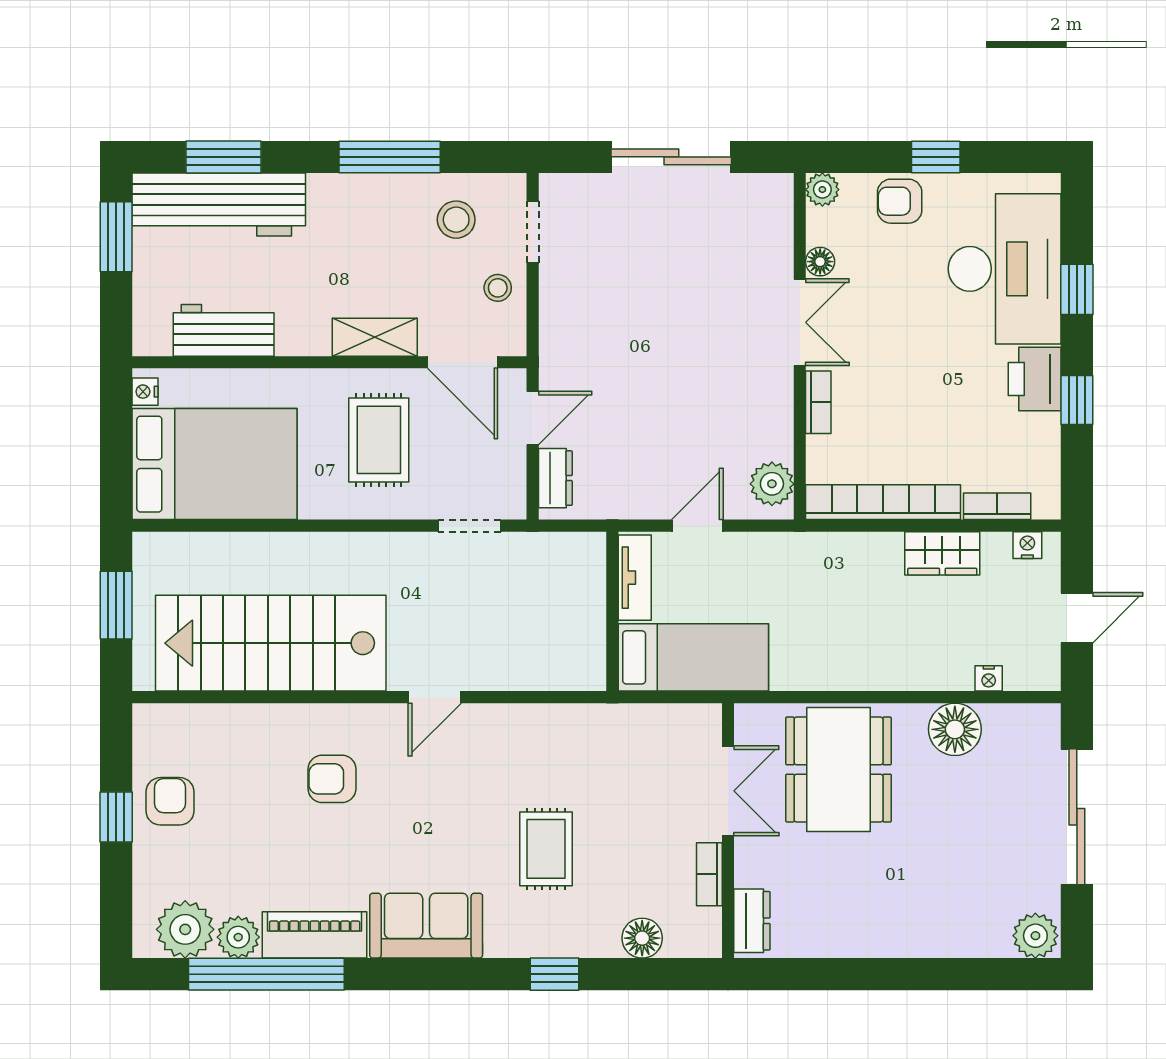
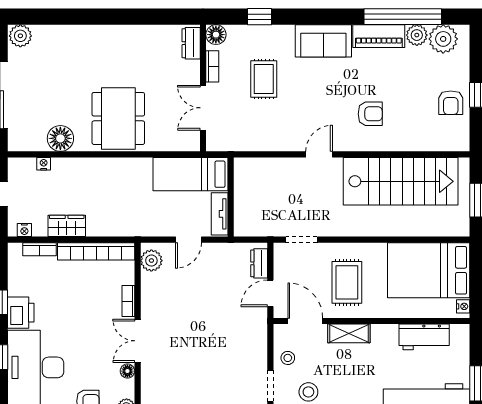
double door: (728, 791) -> (203, 108), moved
wall: (728, 831) -> (203, 88), moved
bookcase: (709, 874) -> (212, 66), moved
dresser: (752, 921) -> (191, 43), moved

